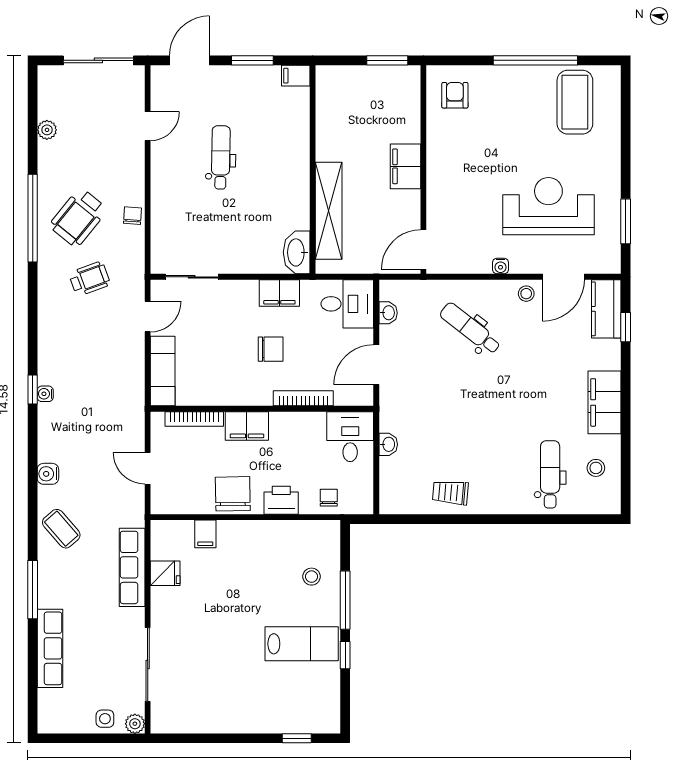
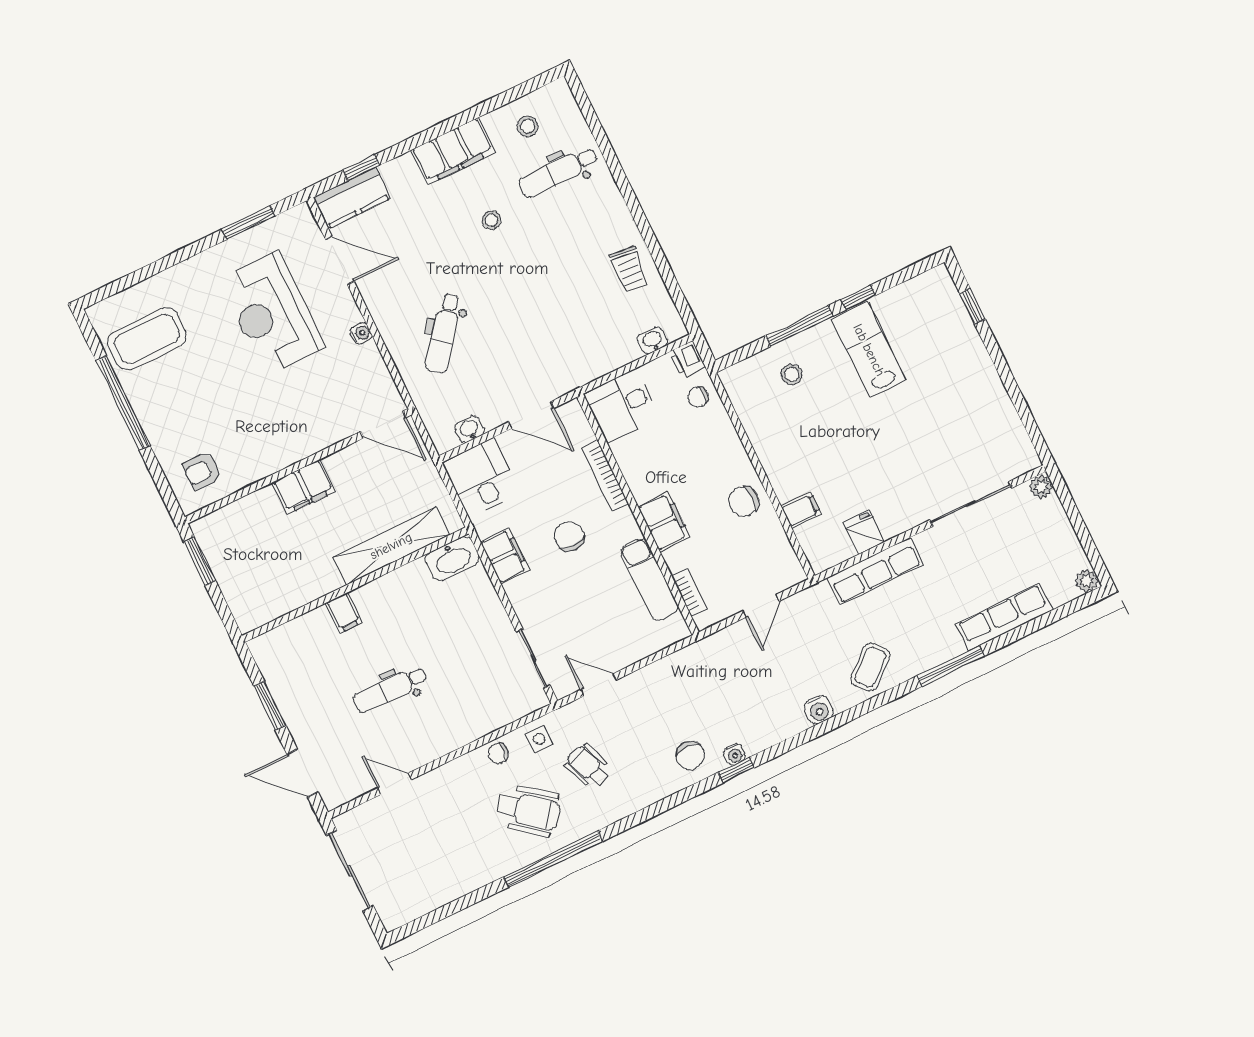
filing cabinet: (296, 76) -> (344, 613), moved
plant: (47, 130) -> (1087, 581), moved
stool: (526, 294) -> (492, 220), moved
chair: (61, 360) -> (690, 755), added
exam couch: (163, 371) -> (649, 580), moved, turned -90
bookcase: (194, 419) -> (689, 593), width x0.64
washbasin: (388, 444) -> (652, 340), moved
chair: (233, 494) -> (744, 502), width x0.73, depth x0.73
printer: (281, 500) -> (687, 360), moved, width x0.73, depth x0.81
side table: (105, 719) -> (539, 739), moved

